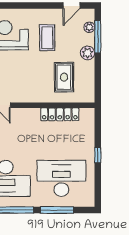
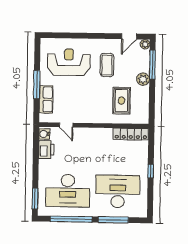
plant: (89, 27) -> (145, 44), moved
locker: (60, 114) -> (131, 134), moved

